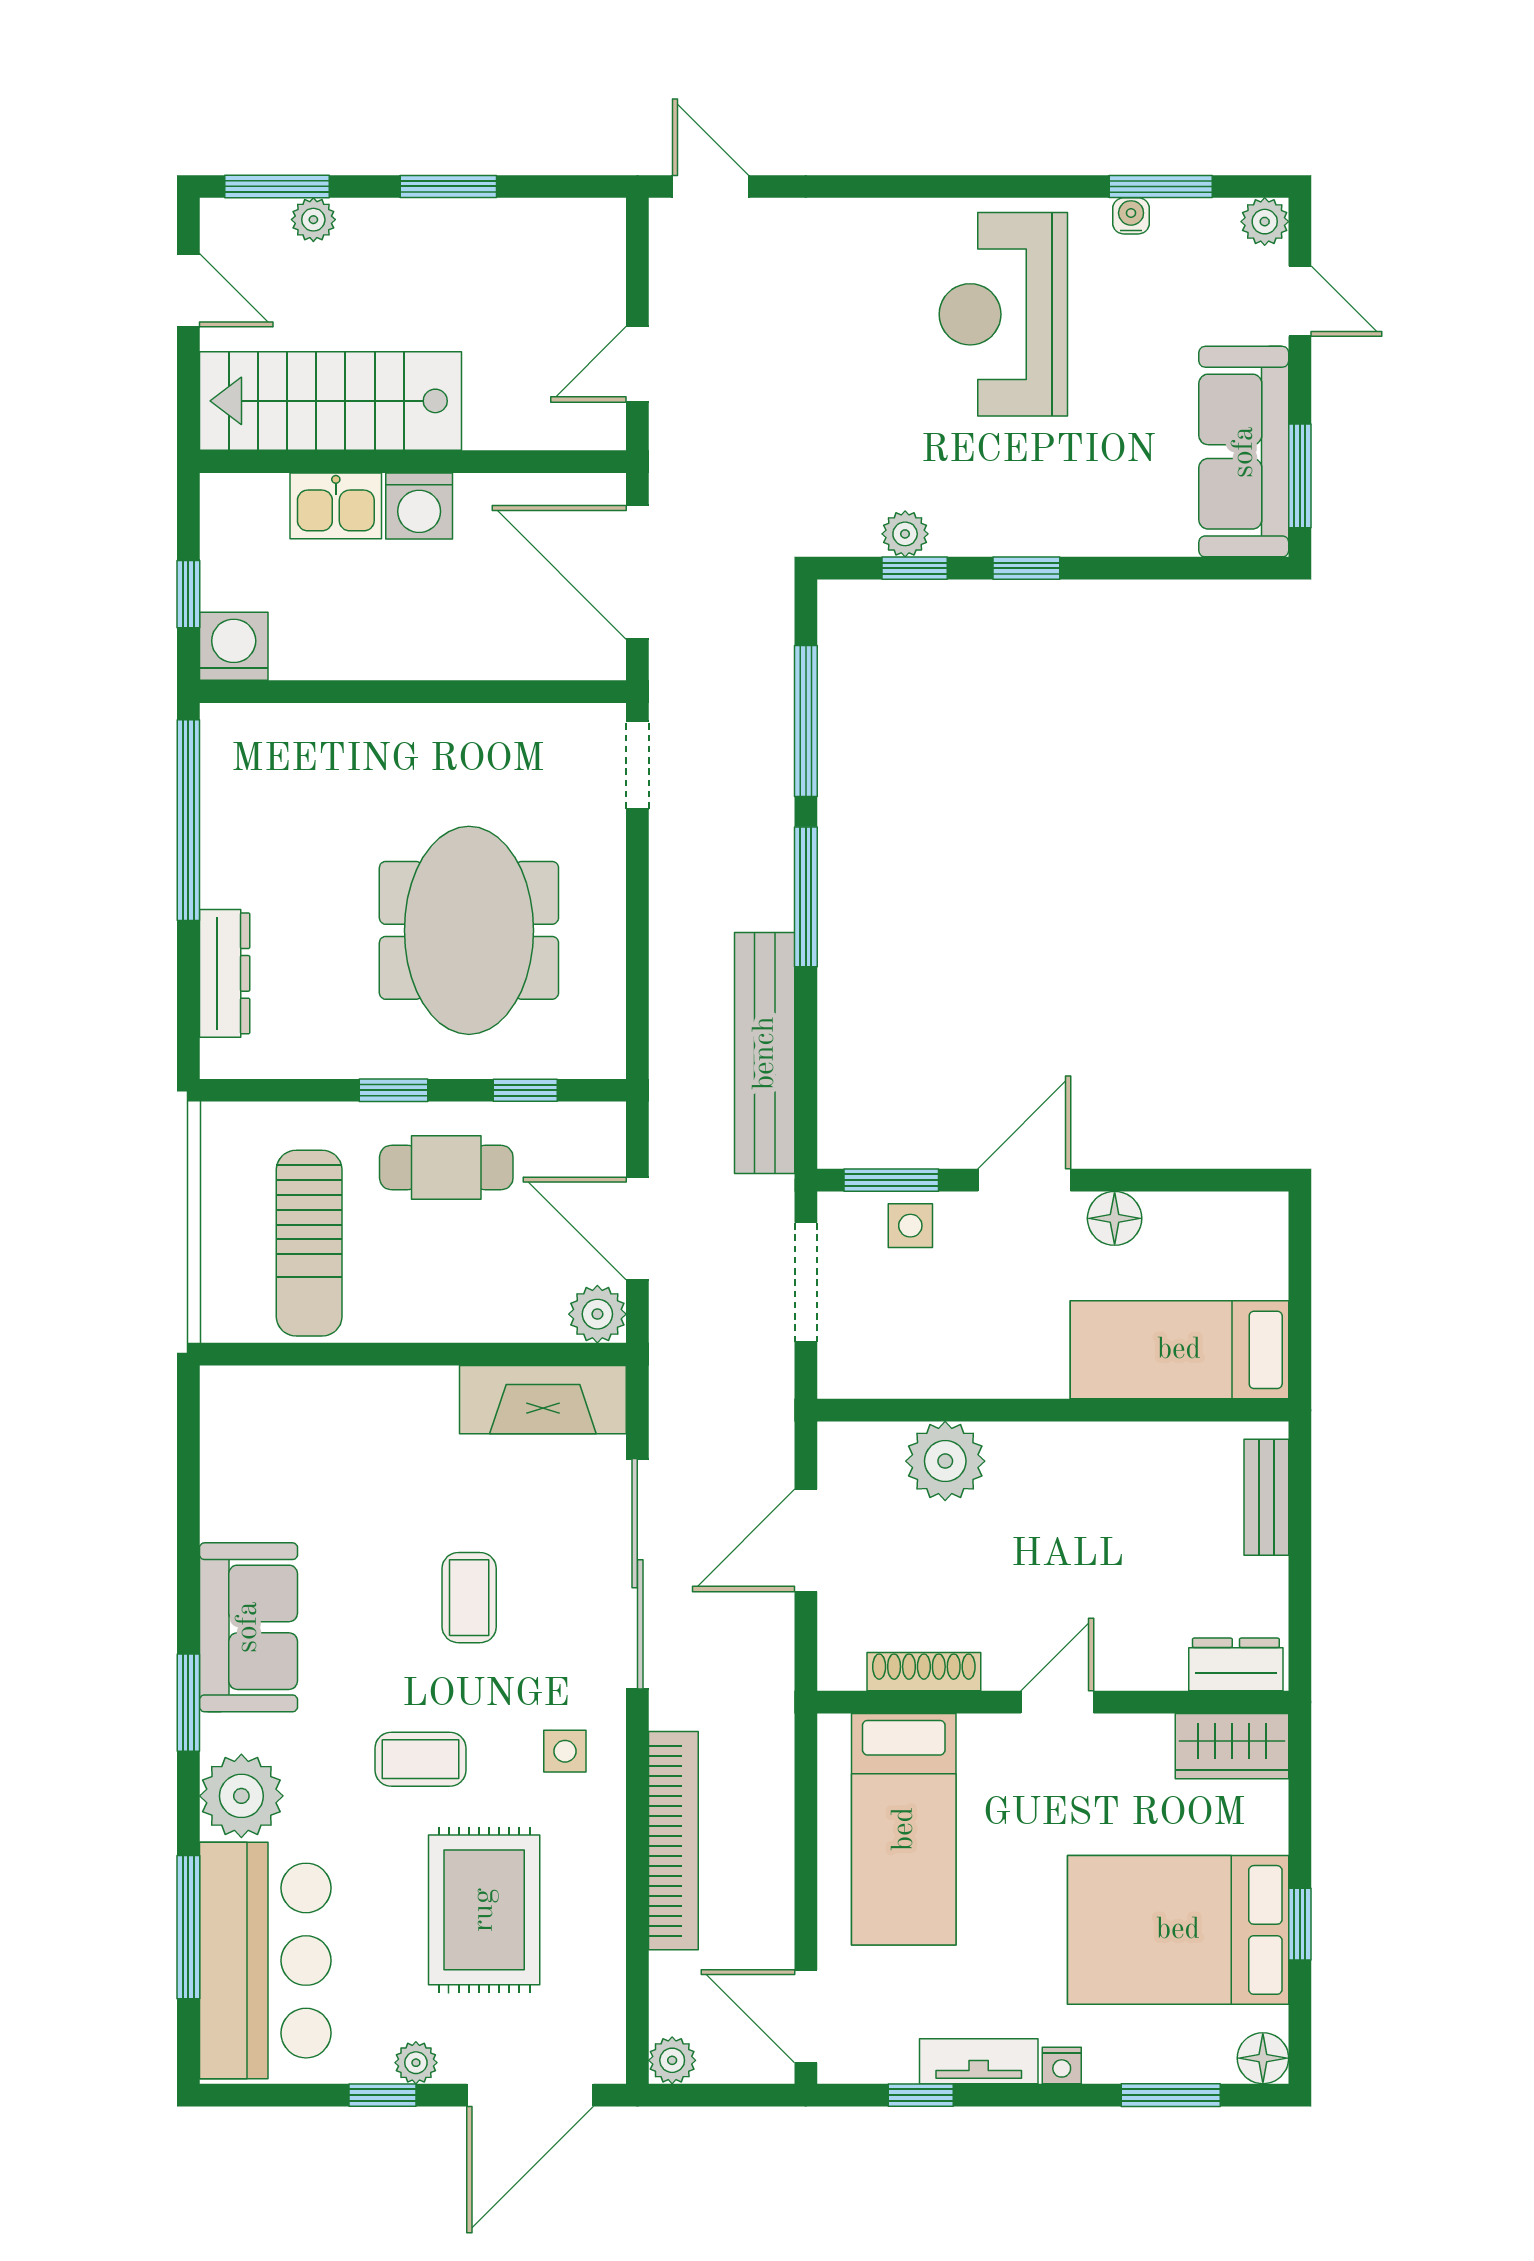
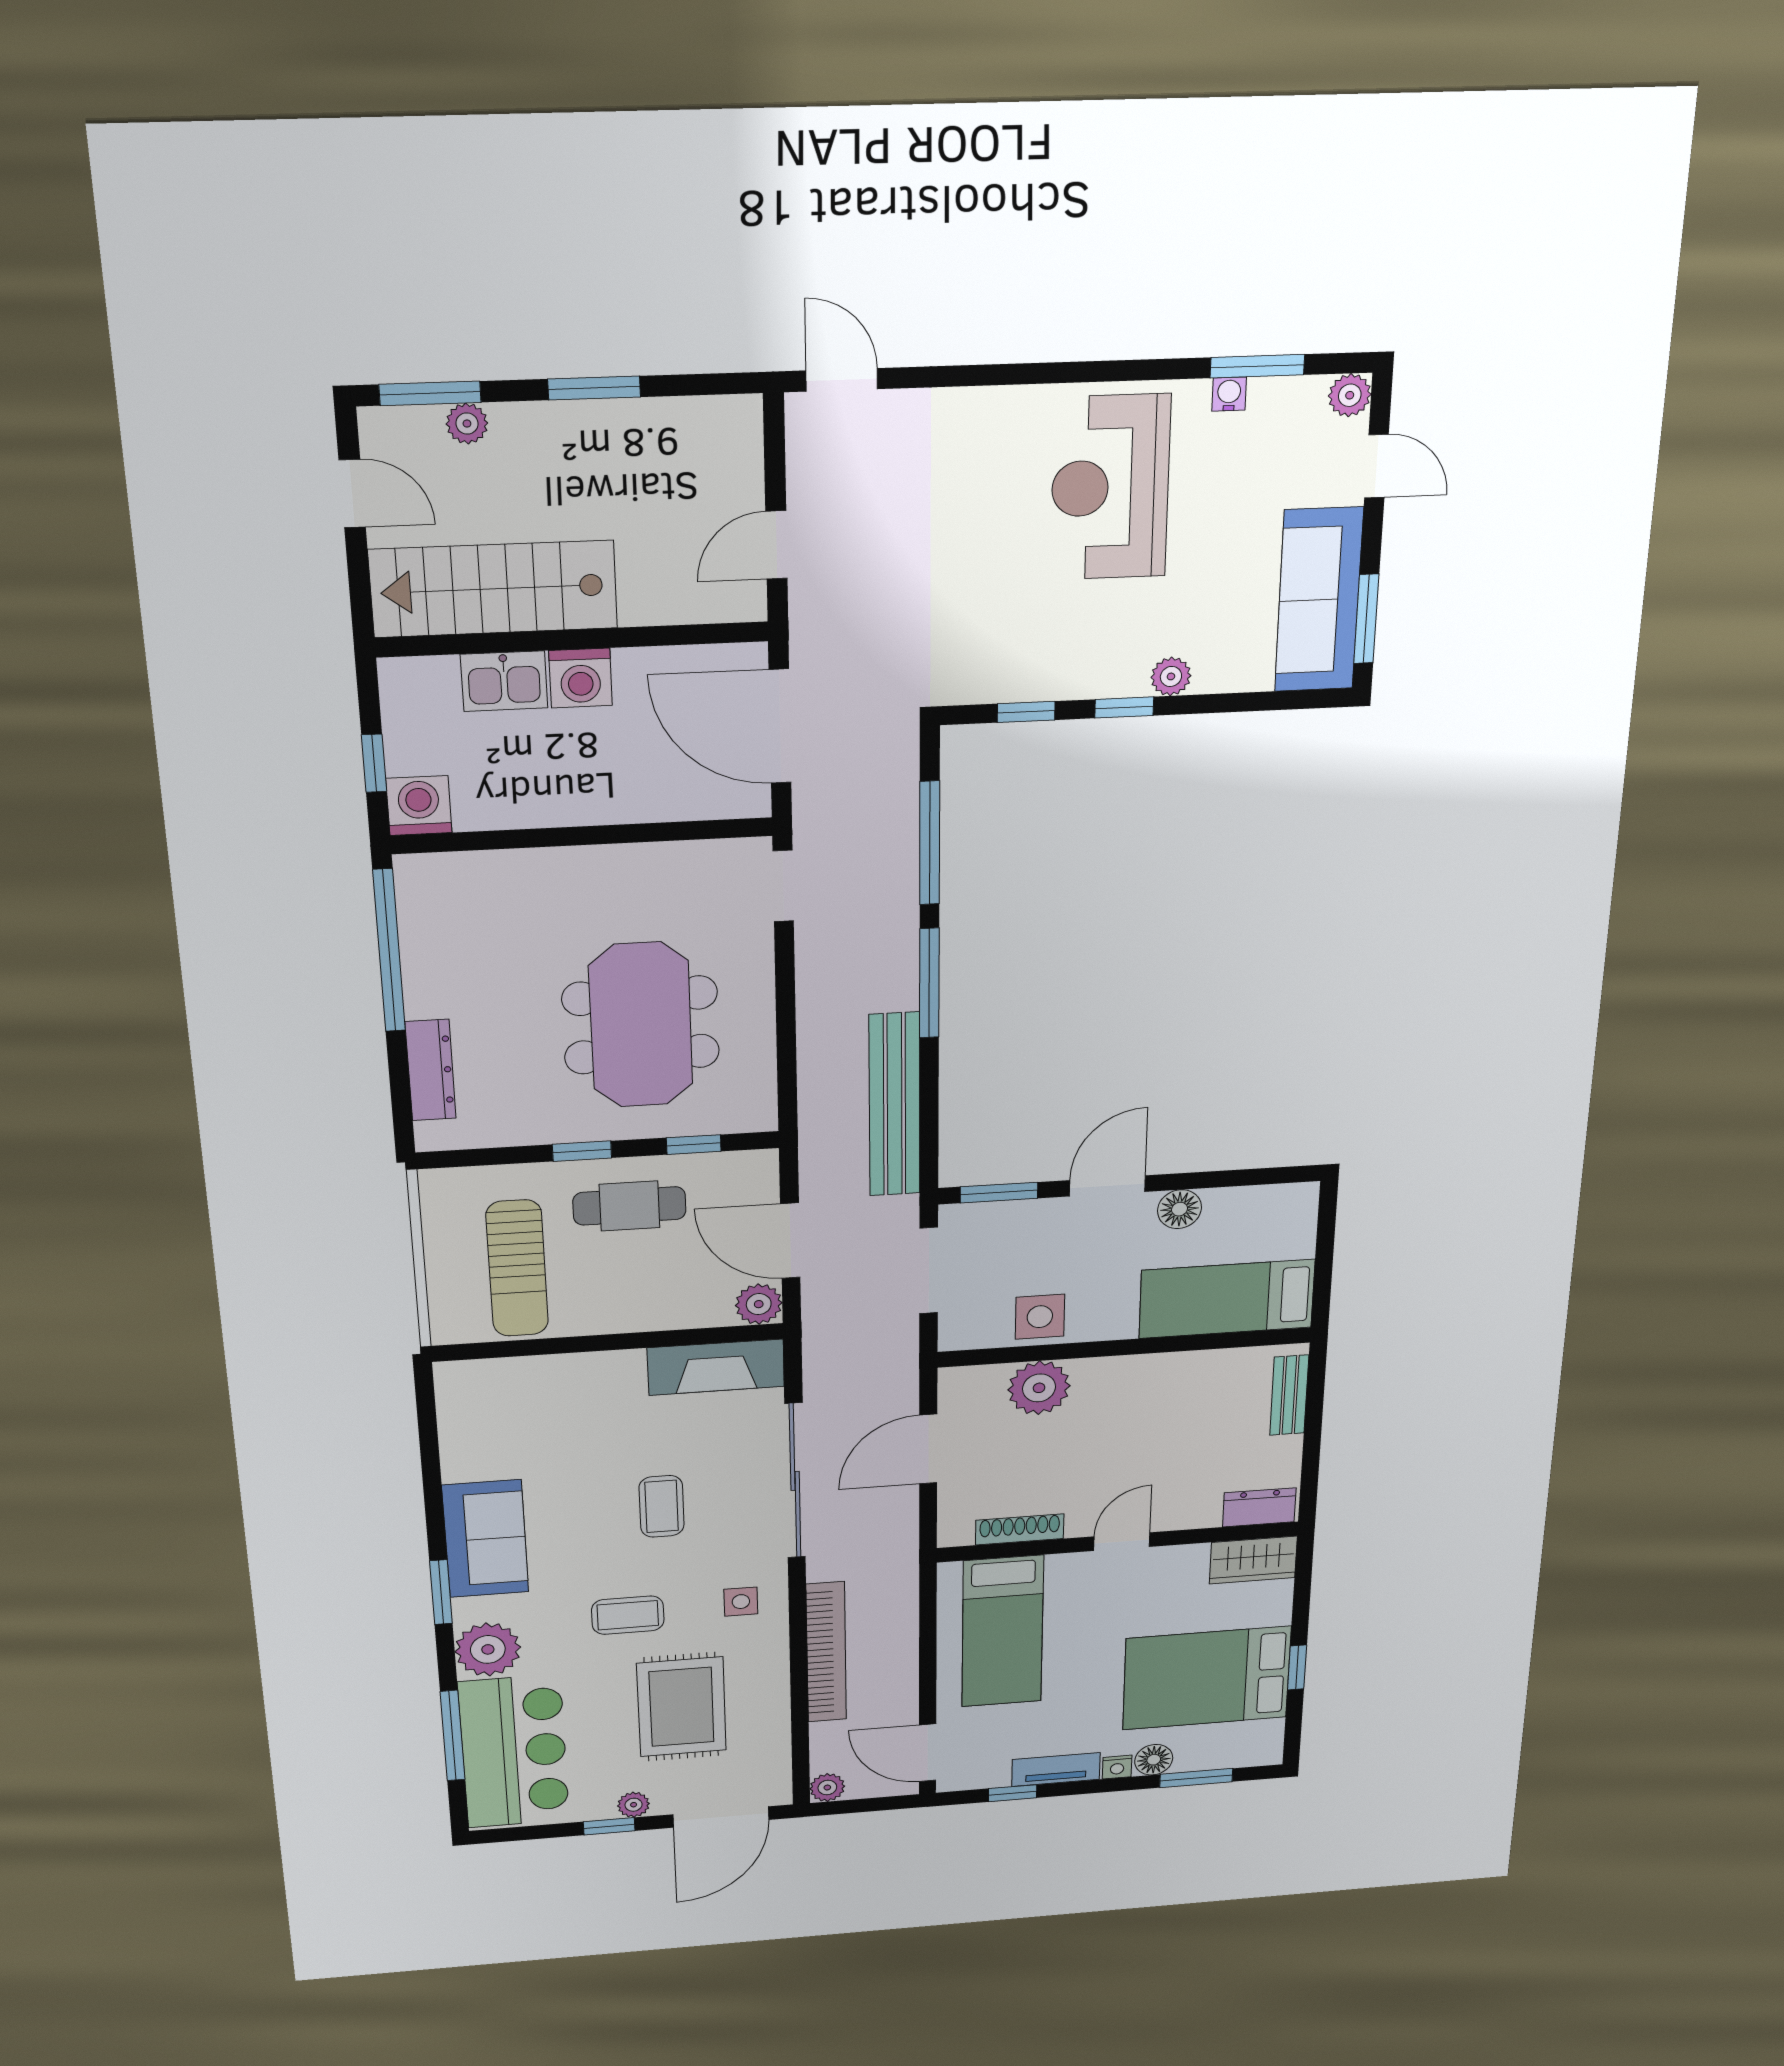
plant: (905, 534) -> (1171, 676), moved
side table: (910, 1226) -> (1040, 1317), moved, width x1.37, depth x1.37
floor lamp: (1263, 2058) -> (1154, 1760), moved

